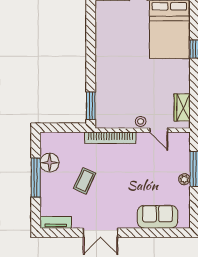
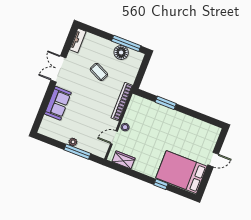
window: (91, 106) -> (166, 103), moved
window: (36, 177) -> (126, 43), moved
sofa: (158, 217) -> (58, 103), moved

